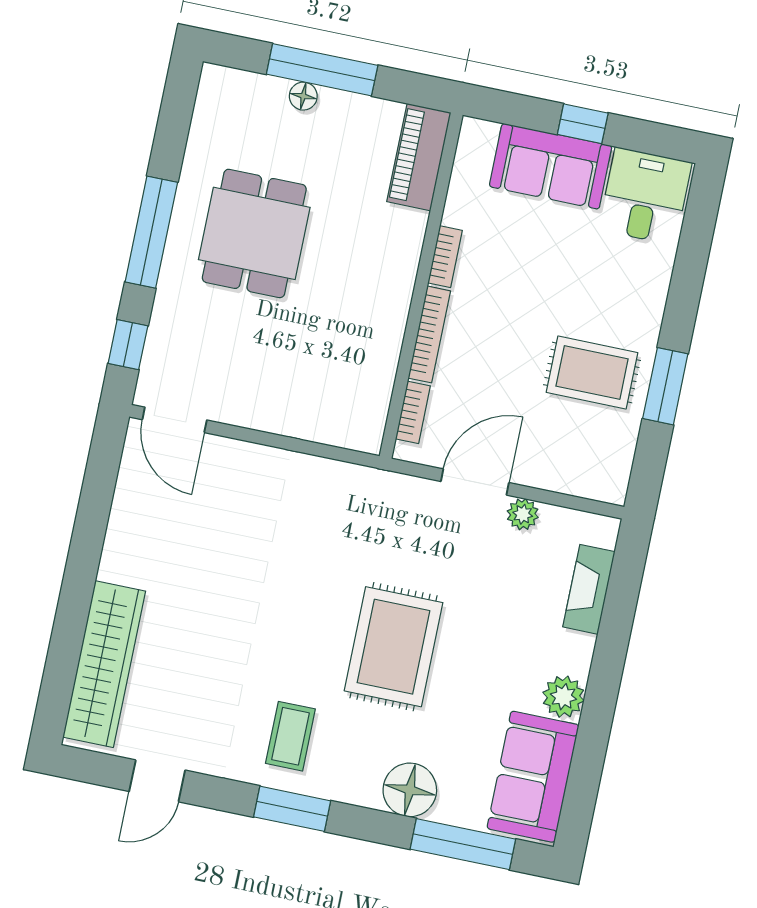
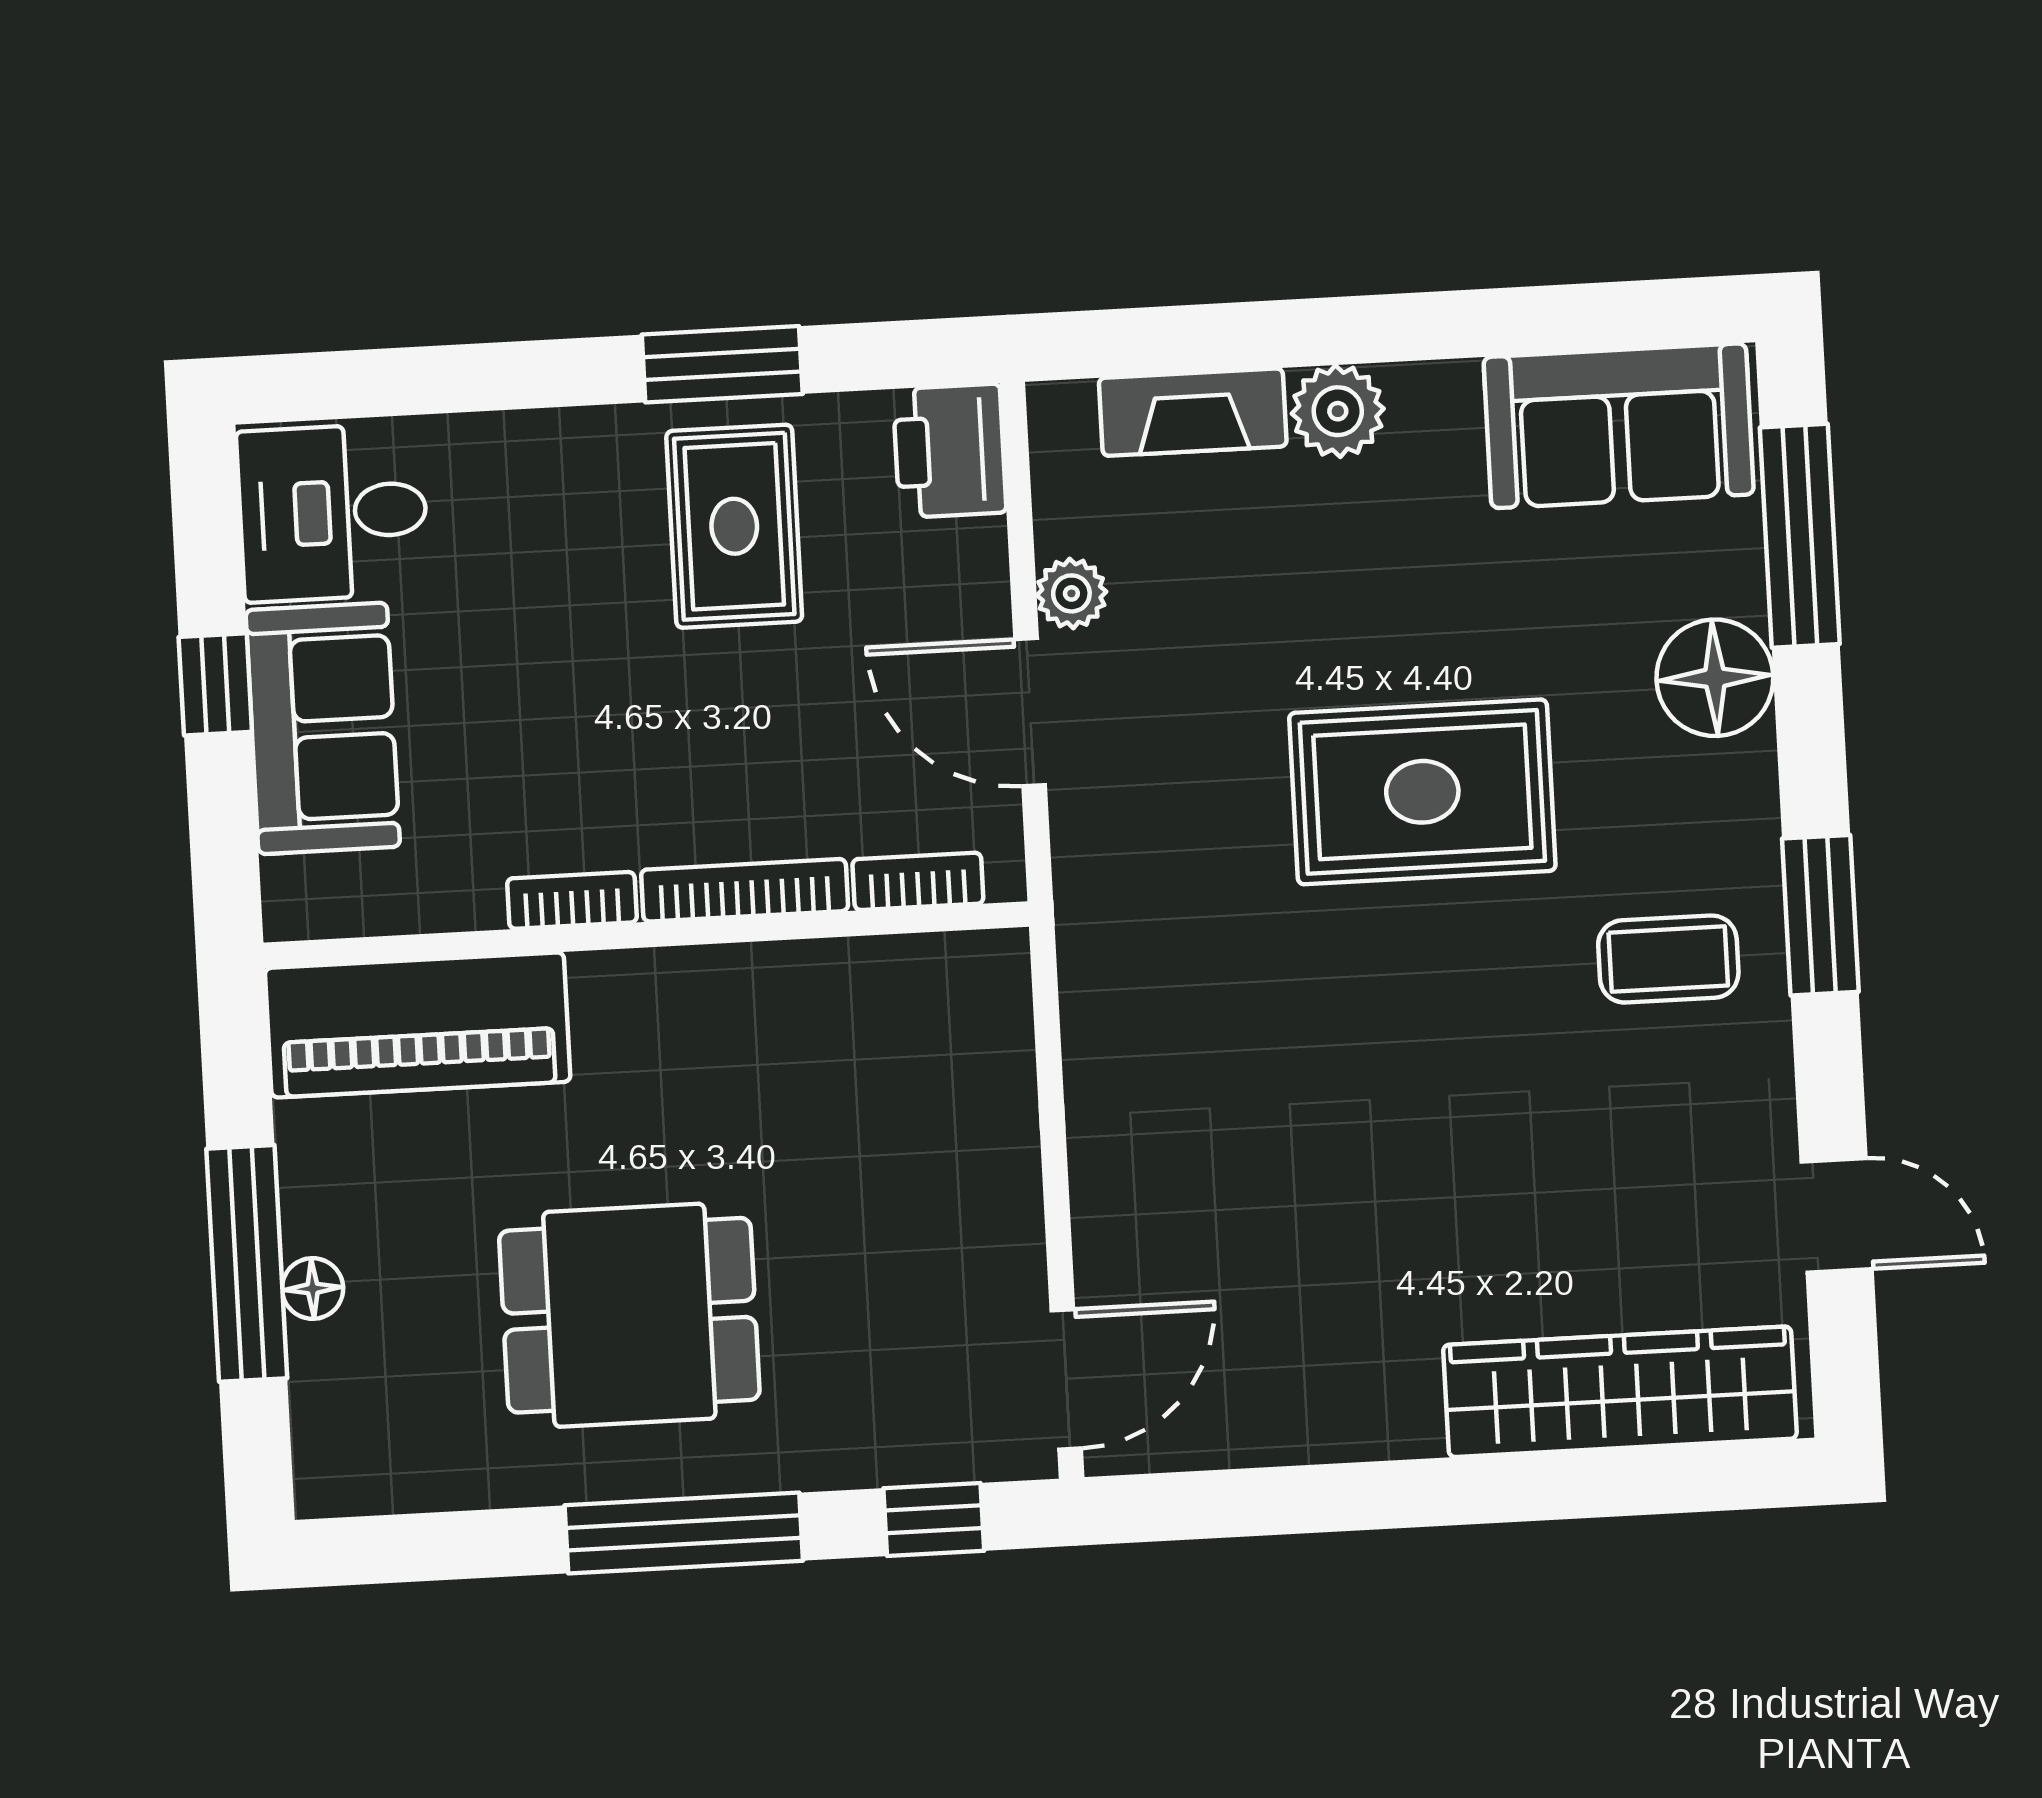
piano: (419, 157) -> (418, 1025), width x1.37, depth x1.33
printer: (600, 477) -> (950, 451), added
plant: (563, 697) -> (1338, 411), moved

